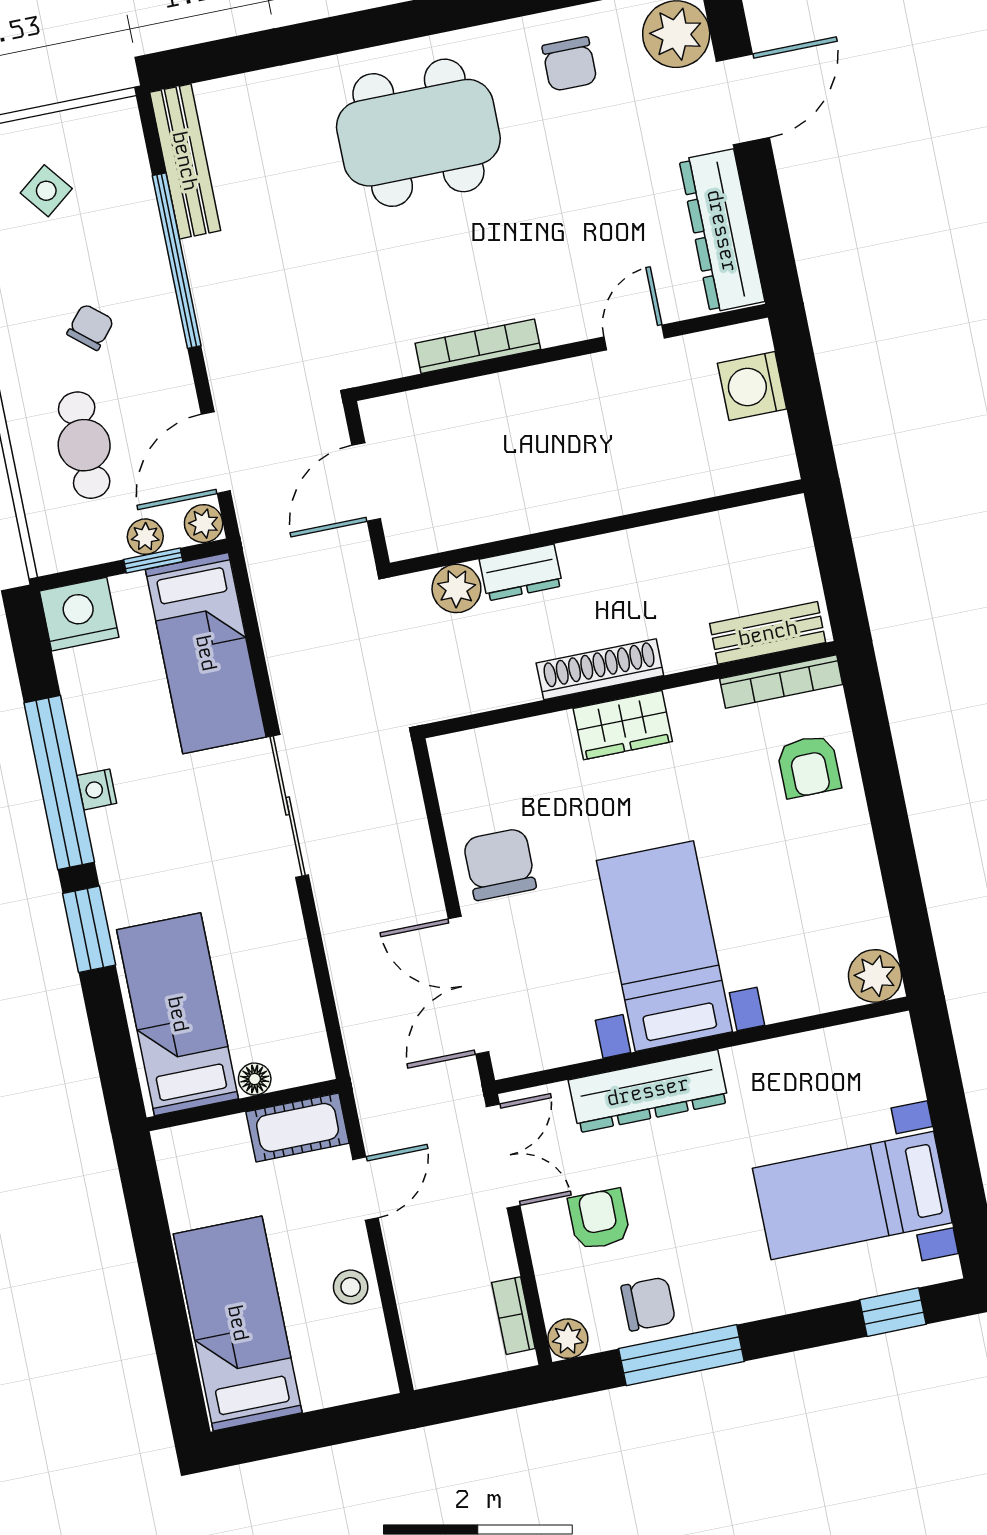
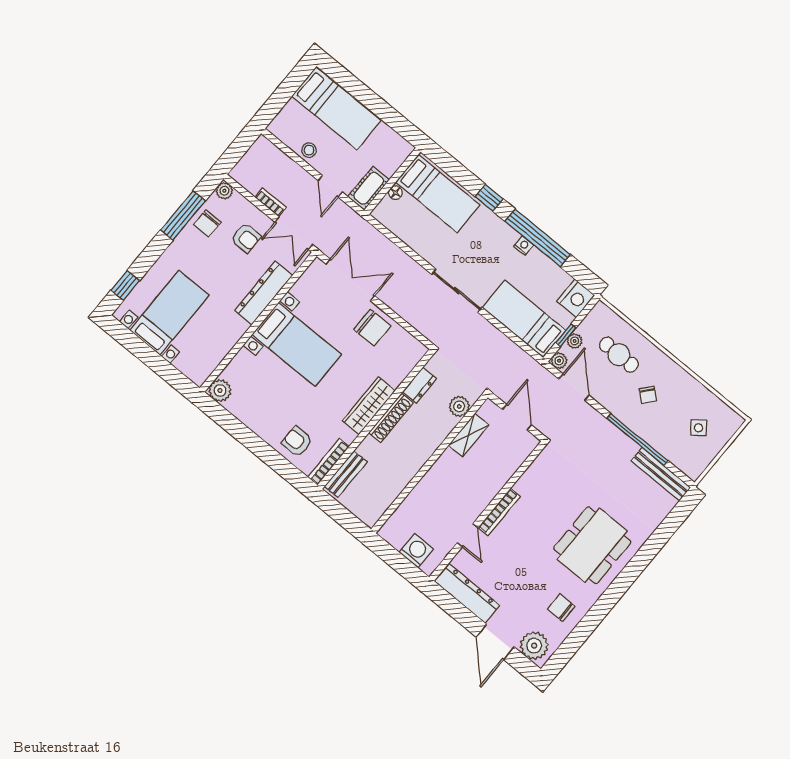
bookcase: (478, 346) -> (499, 512), moved
shelving: (482, 521) -> (469, 435), added
dresser: (521, 573) -> (419, 385), moved, turned 180
wardrobe: (623, 725) -> (369, 406), width x1.50
window: (89, 929) -> (489, 198), width x0.67
bookcase: (513, 1316) -> (271, 202), moved

